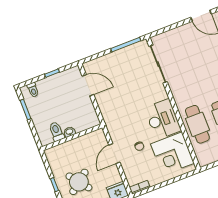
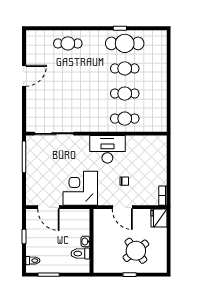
door: (88, 85) -> (48, 207), swing flipped
cafe table: (197, 124) -> (125, 119), width x0.73, depth x0.74
corner desk: (172, 154) -> (80, 188), moved, turned 180

